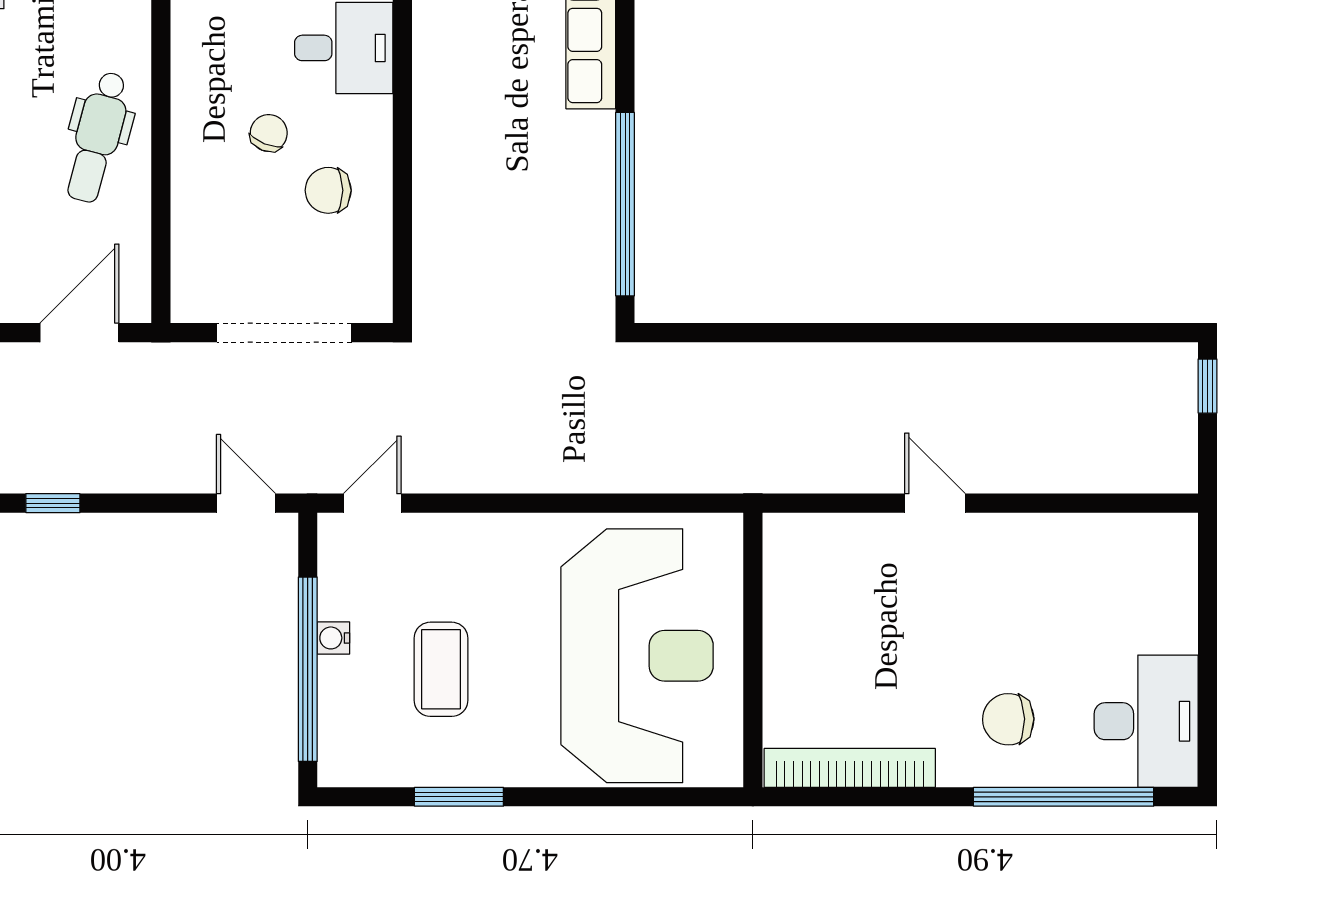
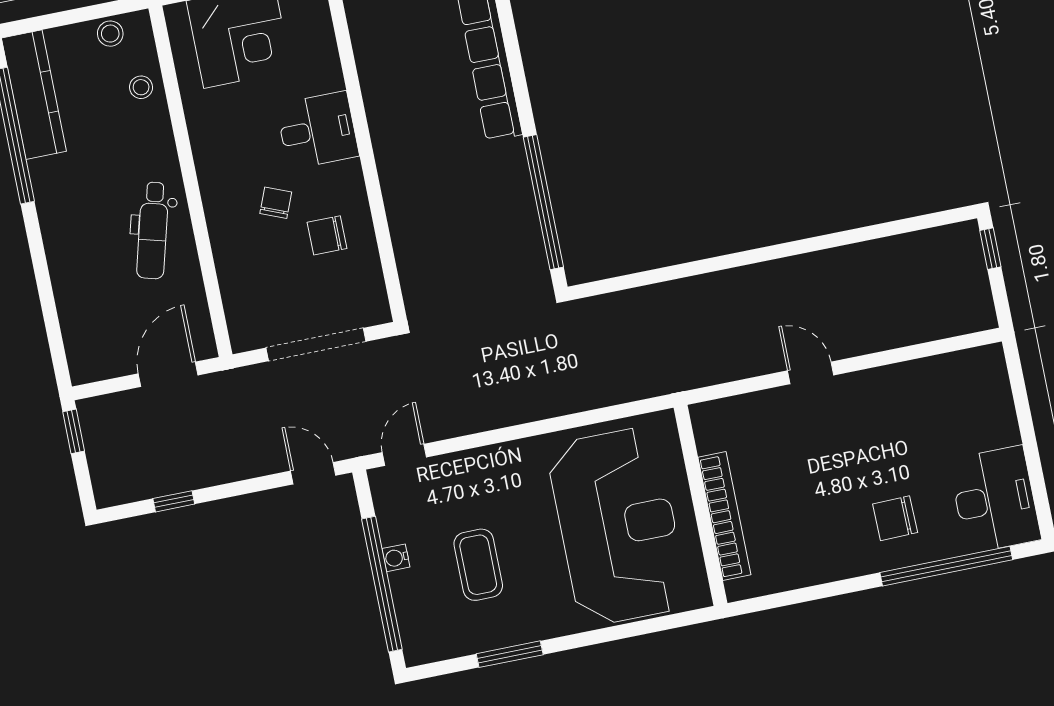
bookcase: (850, 768) -> (724, 516), moved, turned 90

